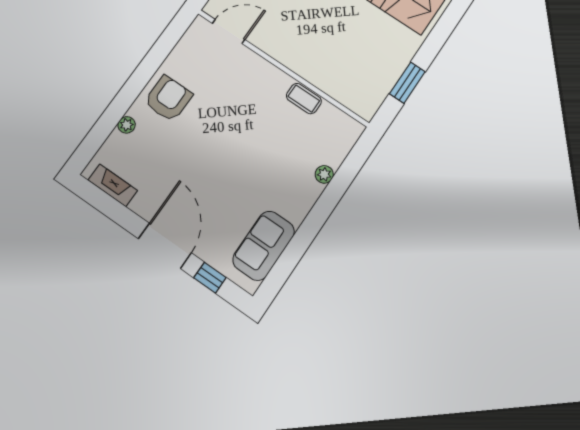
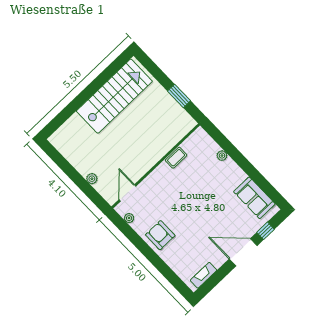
plant: (127, 125) -> (129, 218), moved

